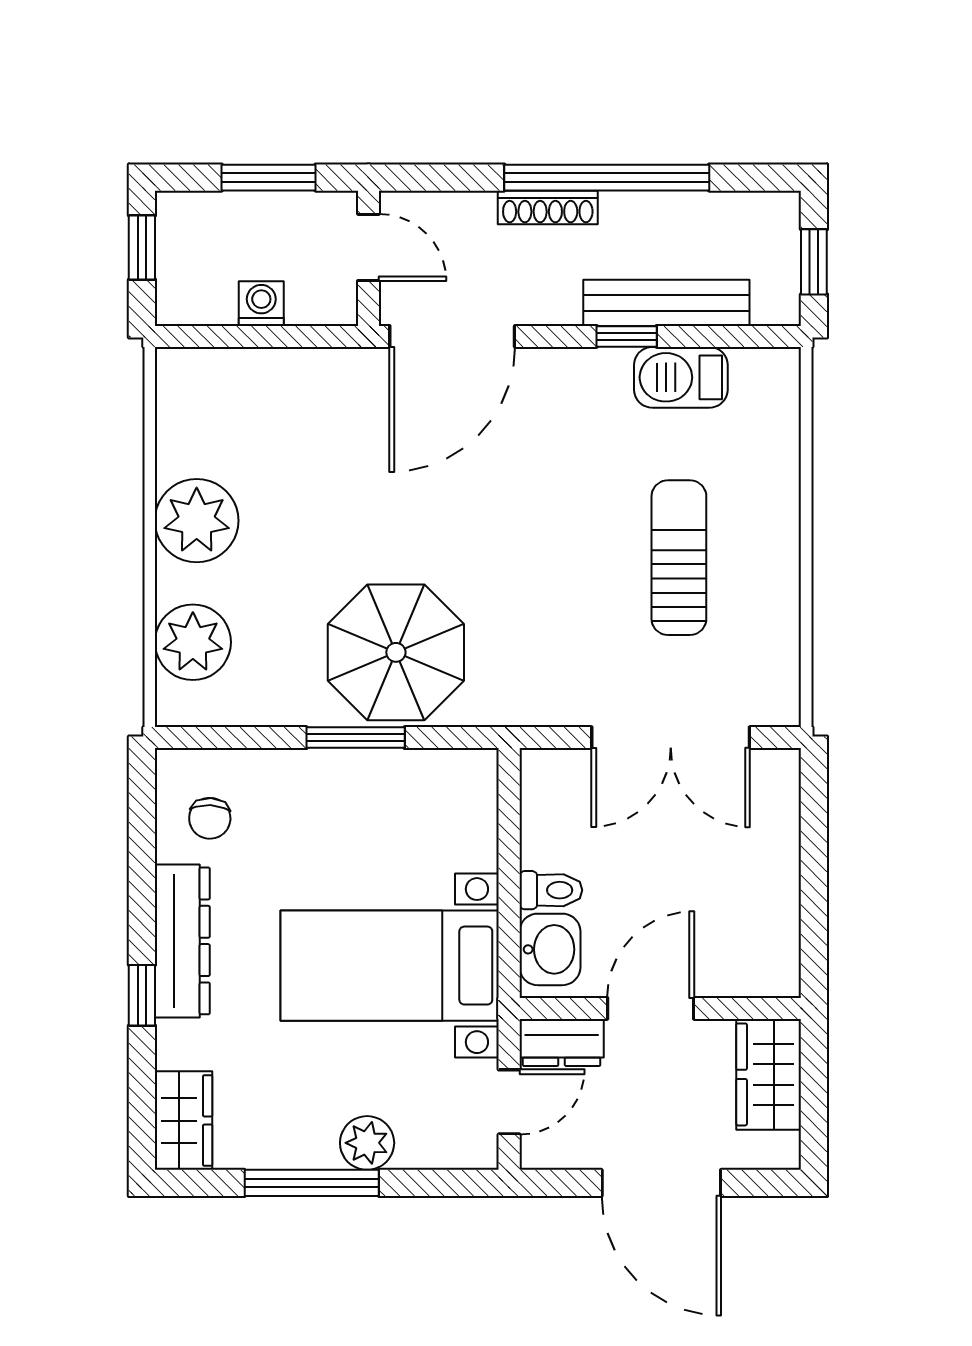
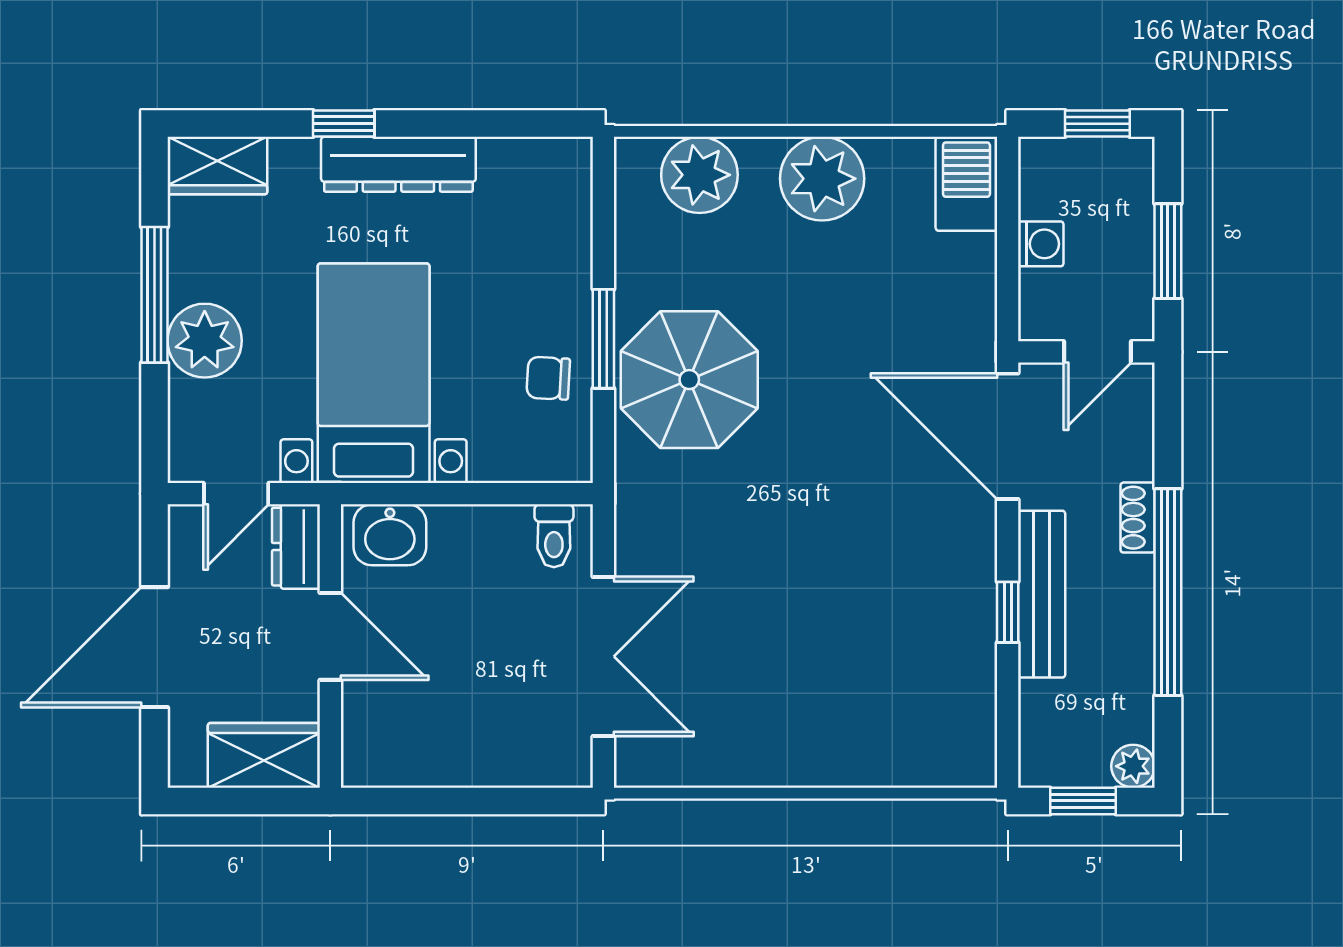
shoe rack: (548, 207) -> (1138, 518), width x0.70
plant: (779, 212) -> (1133, 766), added
bench: (666, 303) -> (1042, 594), moved
barbecue: (681, 377) -> (966, 184), moved
sun lounger: (679, 558) -> (785, 665), removed
double door: (671, 738) -> (603, 656), swing flipped
chair: (210, 818) -> (548, 378), moved
toilet: (551, 890) -> (554, 536), moved
door: (509, 1102) -> (236, 494), hinge flipped
plant: (367, 1143) -> (205, 341), width x1.36, depth x1.36

